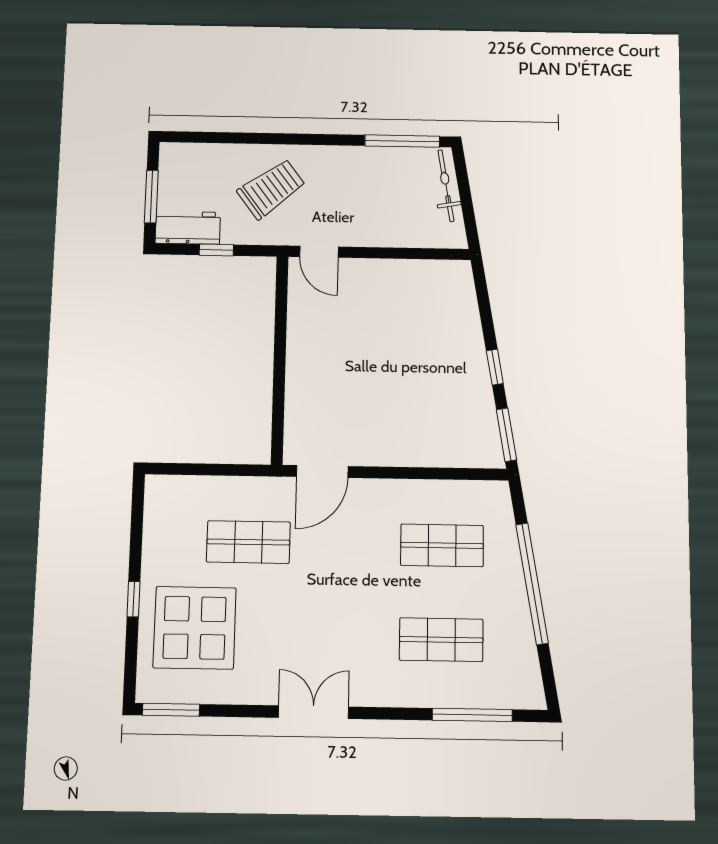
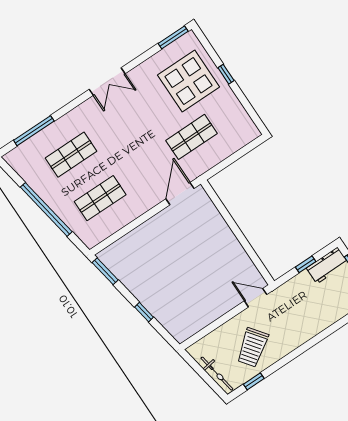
window: (402, 141) -> (254, 381), width x0.46
trolley: (271, 189) -> (252, 347), moved
window: (495, 367) -> (144, 312), moved

